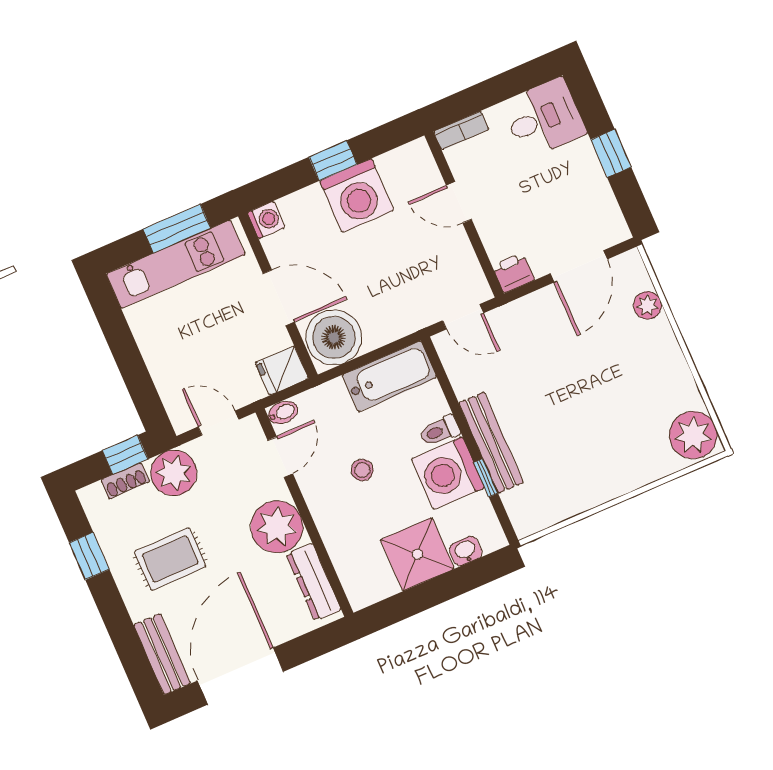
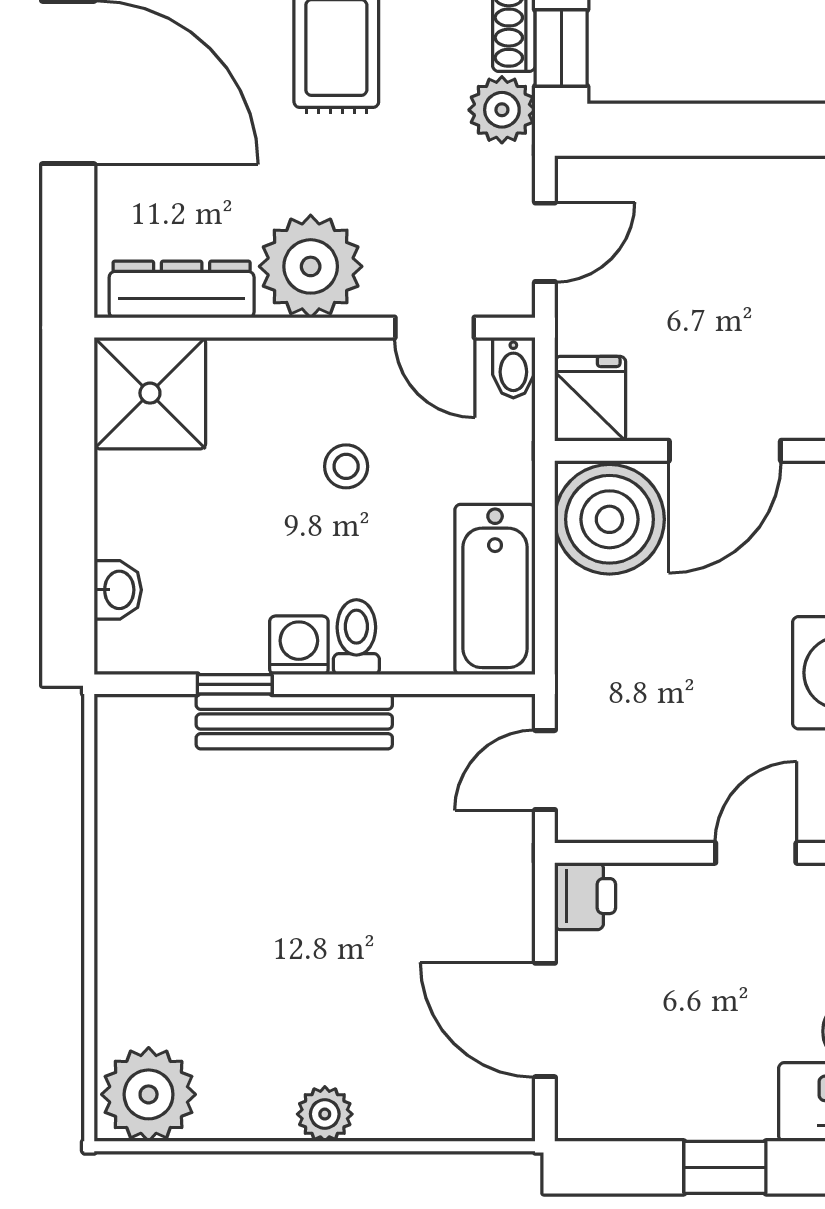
plant: (648, 305) -> (325, 1114), moved
plant: (174, 473) -> (502, 110), width x0.73, depth x0.73
washing machine: (448, 473) -> (299, 645), width x0.53, depth x0.53
shower: (417, 554) -> (150, 393), moved

